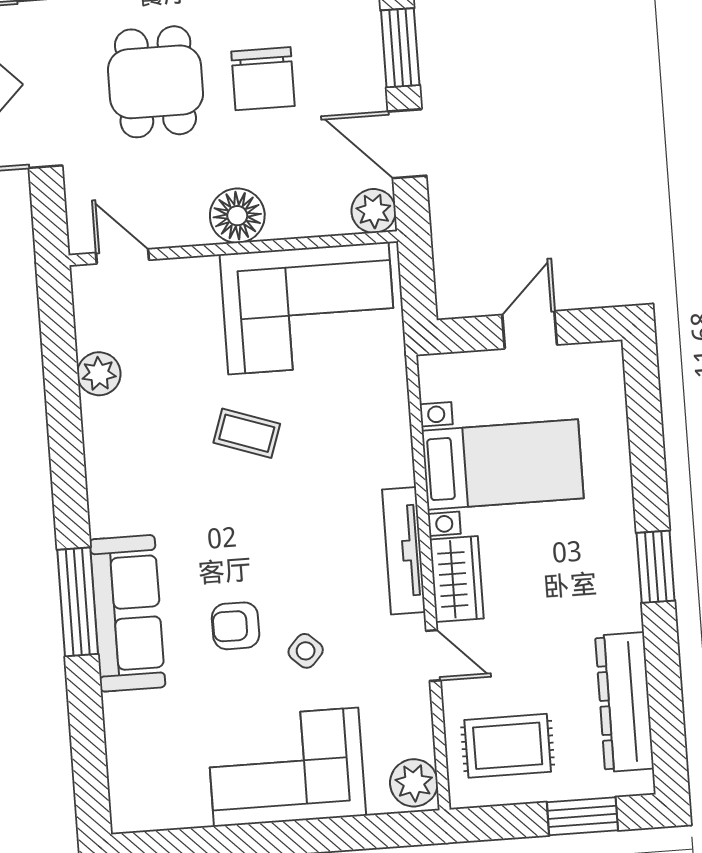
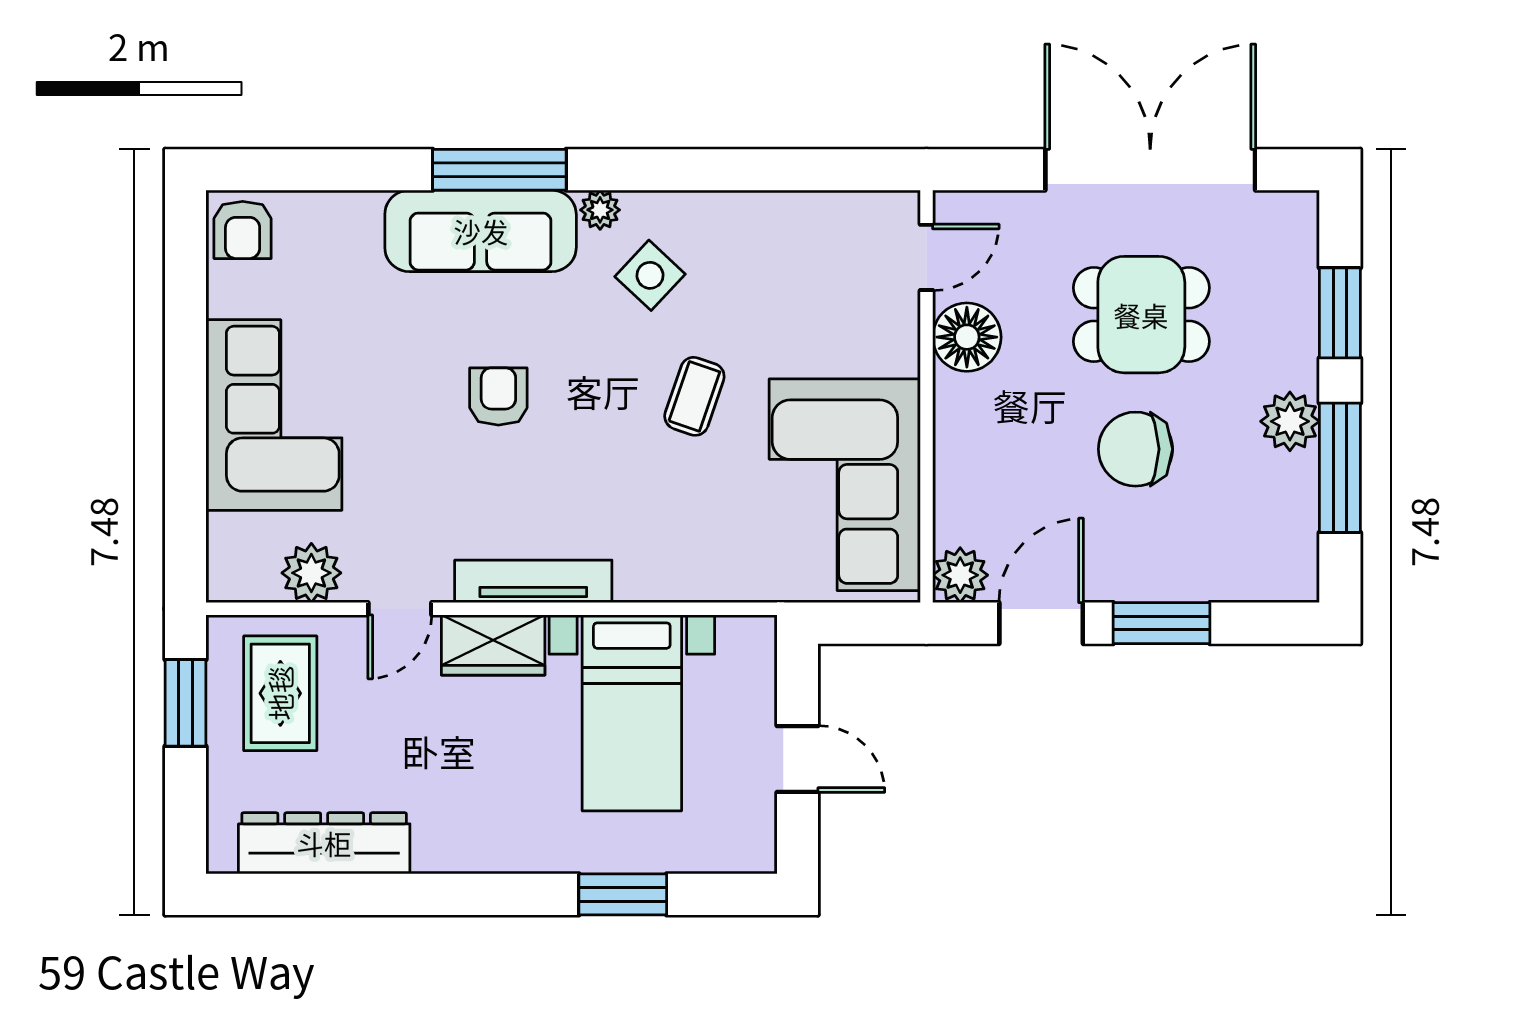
floor lamp: (237, 216) -> (967, 337), moved
plant: (99, 374) -> (600, 210), moved, width x0.73, depth x0.73
window: (656, 567) -> (623, 894), moved
armchair: (236, 626) -> (498, 396), moved
side table: (306, 651) -> (650, 275), moved, width x1.37, depth x1.37
plant: (414, 783) -> (311, 573), moved
armchair: (141, 803) -> (243, 230), added
window: (582, 816) -> (185, 703), moved

